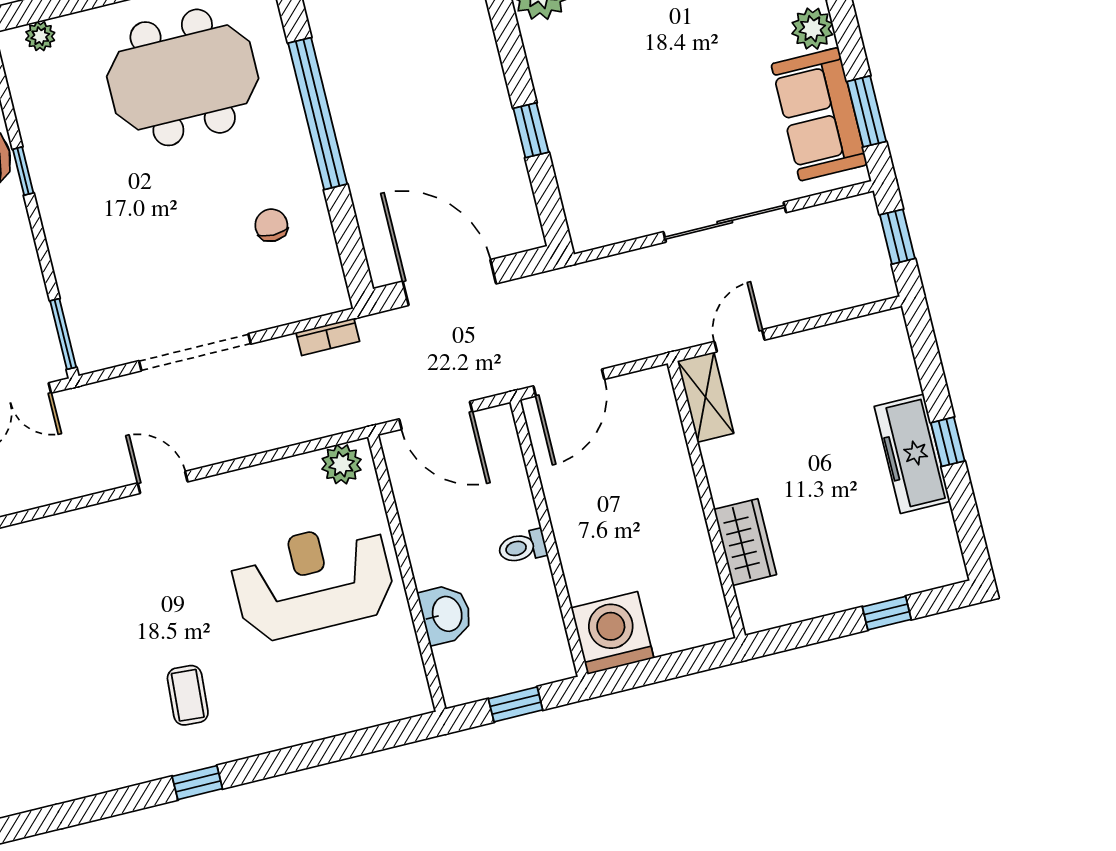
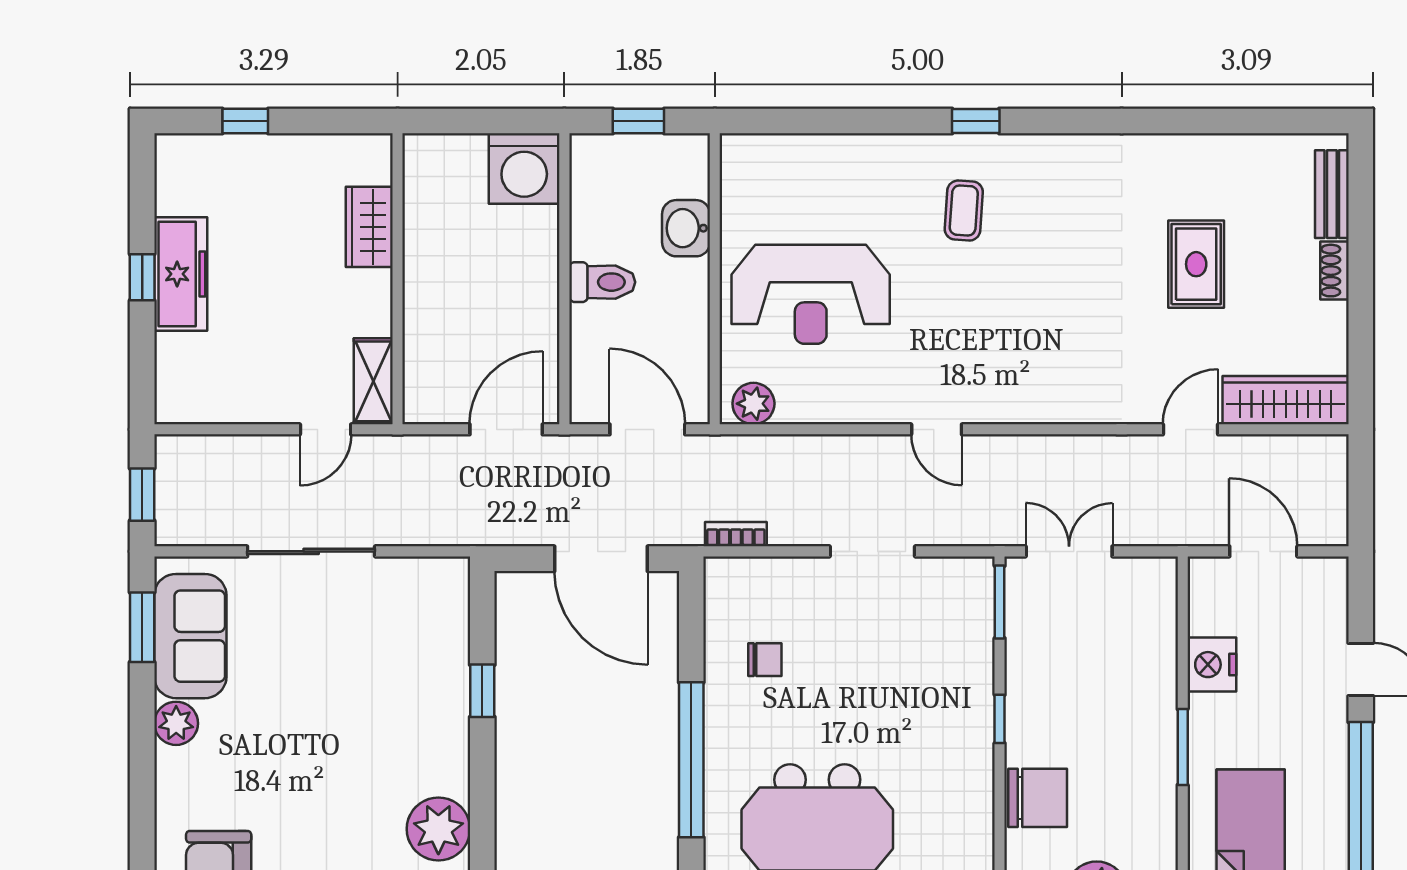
window: (23, 171) -> (1000, 719), moved
chair: (271, 225) -> (765, 660), turned -90
doorway: (195, 352) -> (872, 551), width x0.73
toilet: (522, 547) -> (602, 282), width x1.37, depth x1.39

